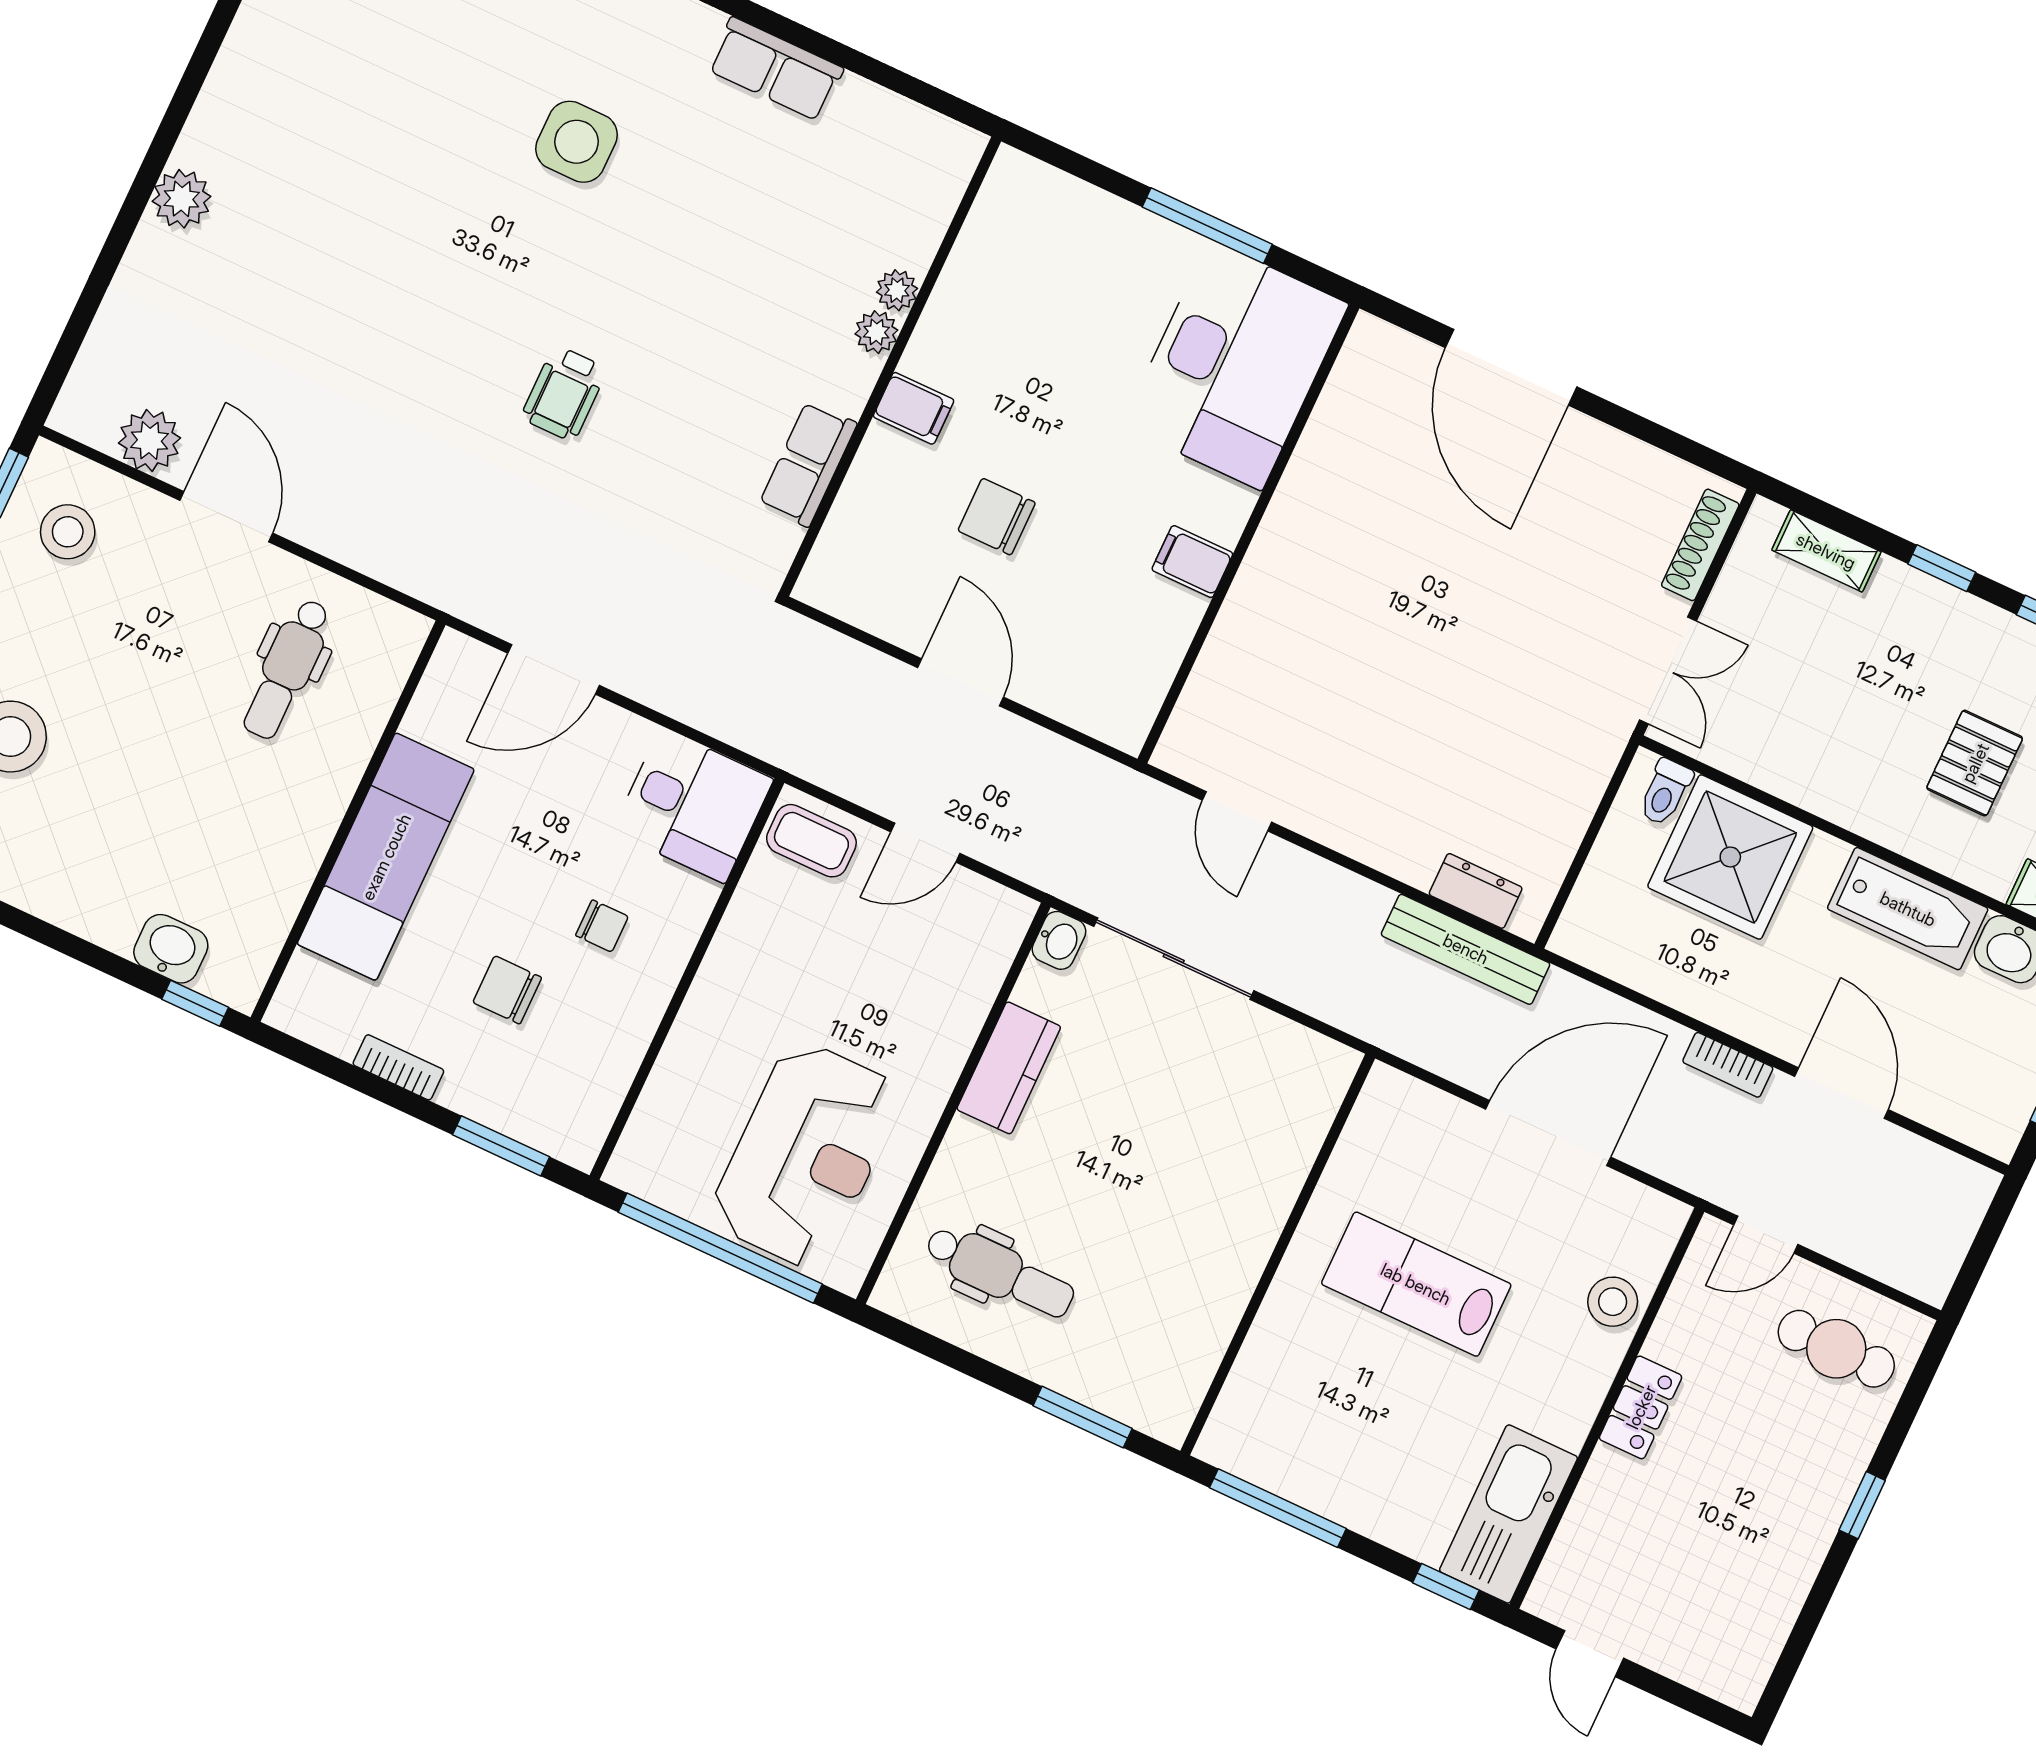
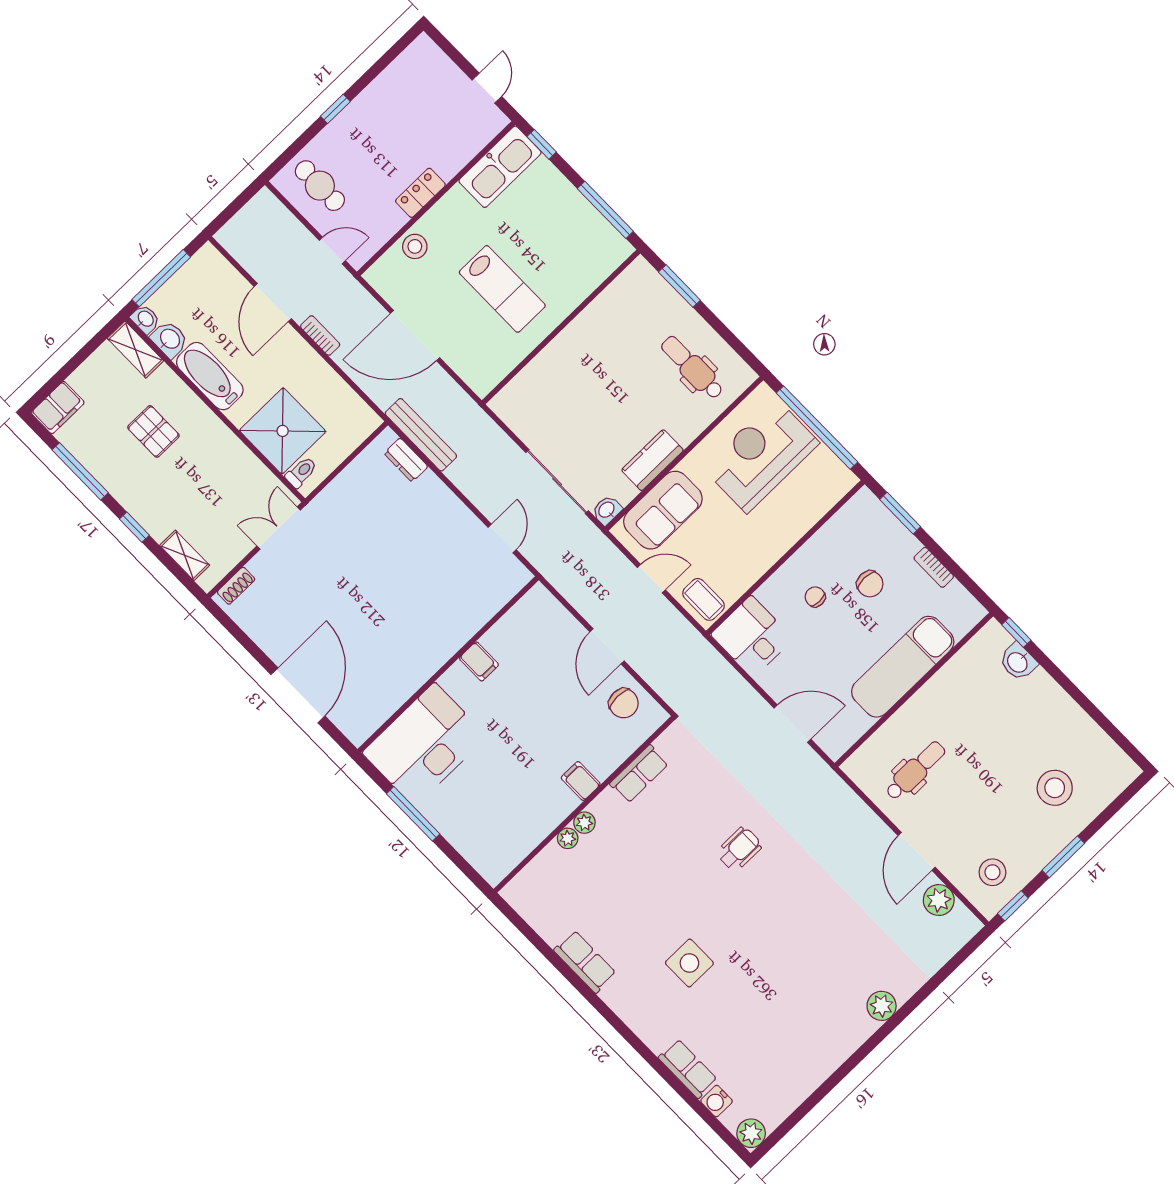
chair: (997, 517) -> (624, 703), moved
shoe rack: (1700, 545) -> (236, 586), width x0.70
pallet: (1975, 763) -> (153, 431), turned 90
sofa: (953, 981) -> (663, 510), added

